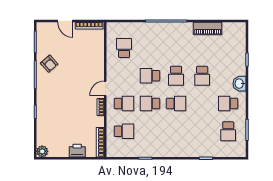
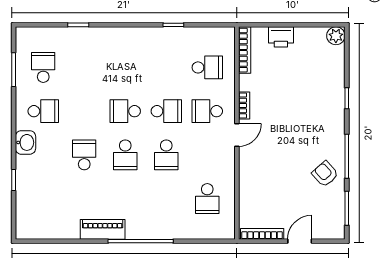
door: (65, 21) -> (300, 241), hinge flipped
piano: (208, 28) -> (103, 229), moved
school desk: (150, 76) -> (166, 155), turned 90
school desk: (176, 76) -> (125, 155), turned 180
school desk: (124, 131) -> (207, 67), turned 180

